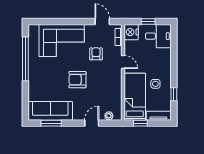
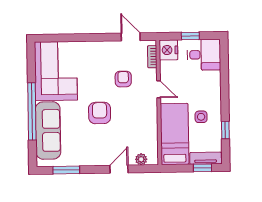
corner sofa: (62, 40) -> (56, 71), moved, turned -90
window: (25, 59) -> (32, 111), moved
armchair: (77, 80) -> (100, 113), turned 90
sofa: (50, 111) -> (48, 131), moved, turned 90
window: (140, 123) -> (203, 168), moved

